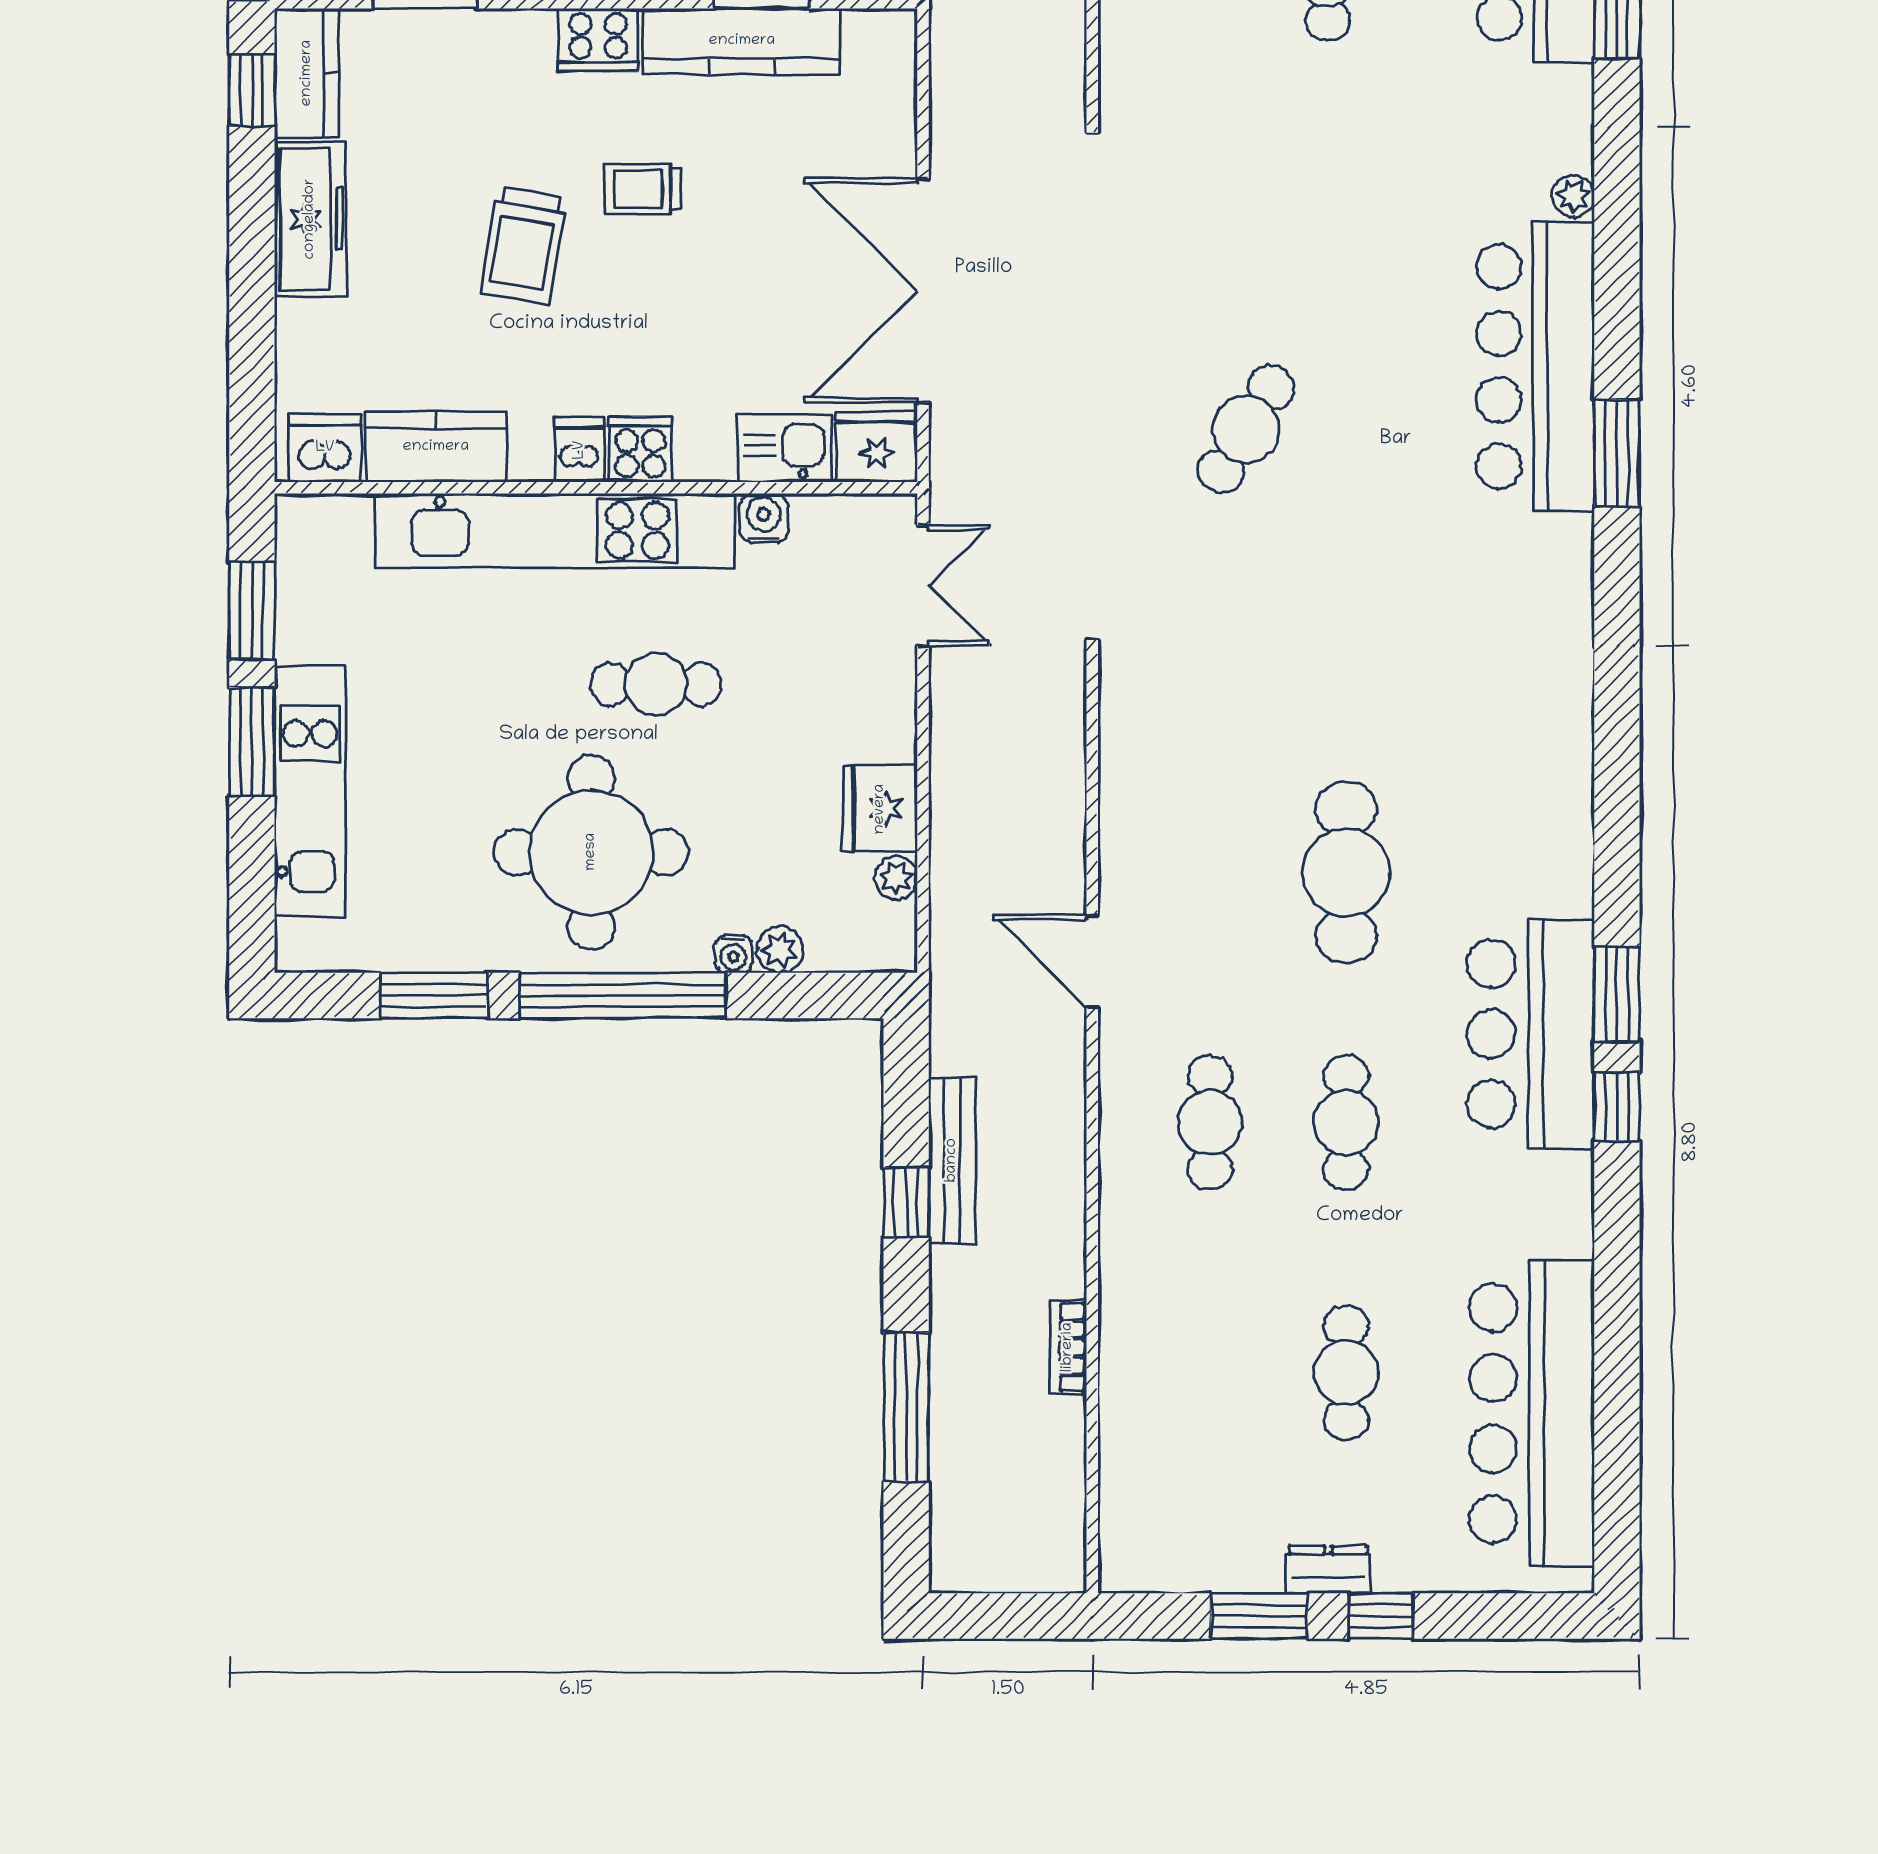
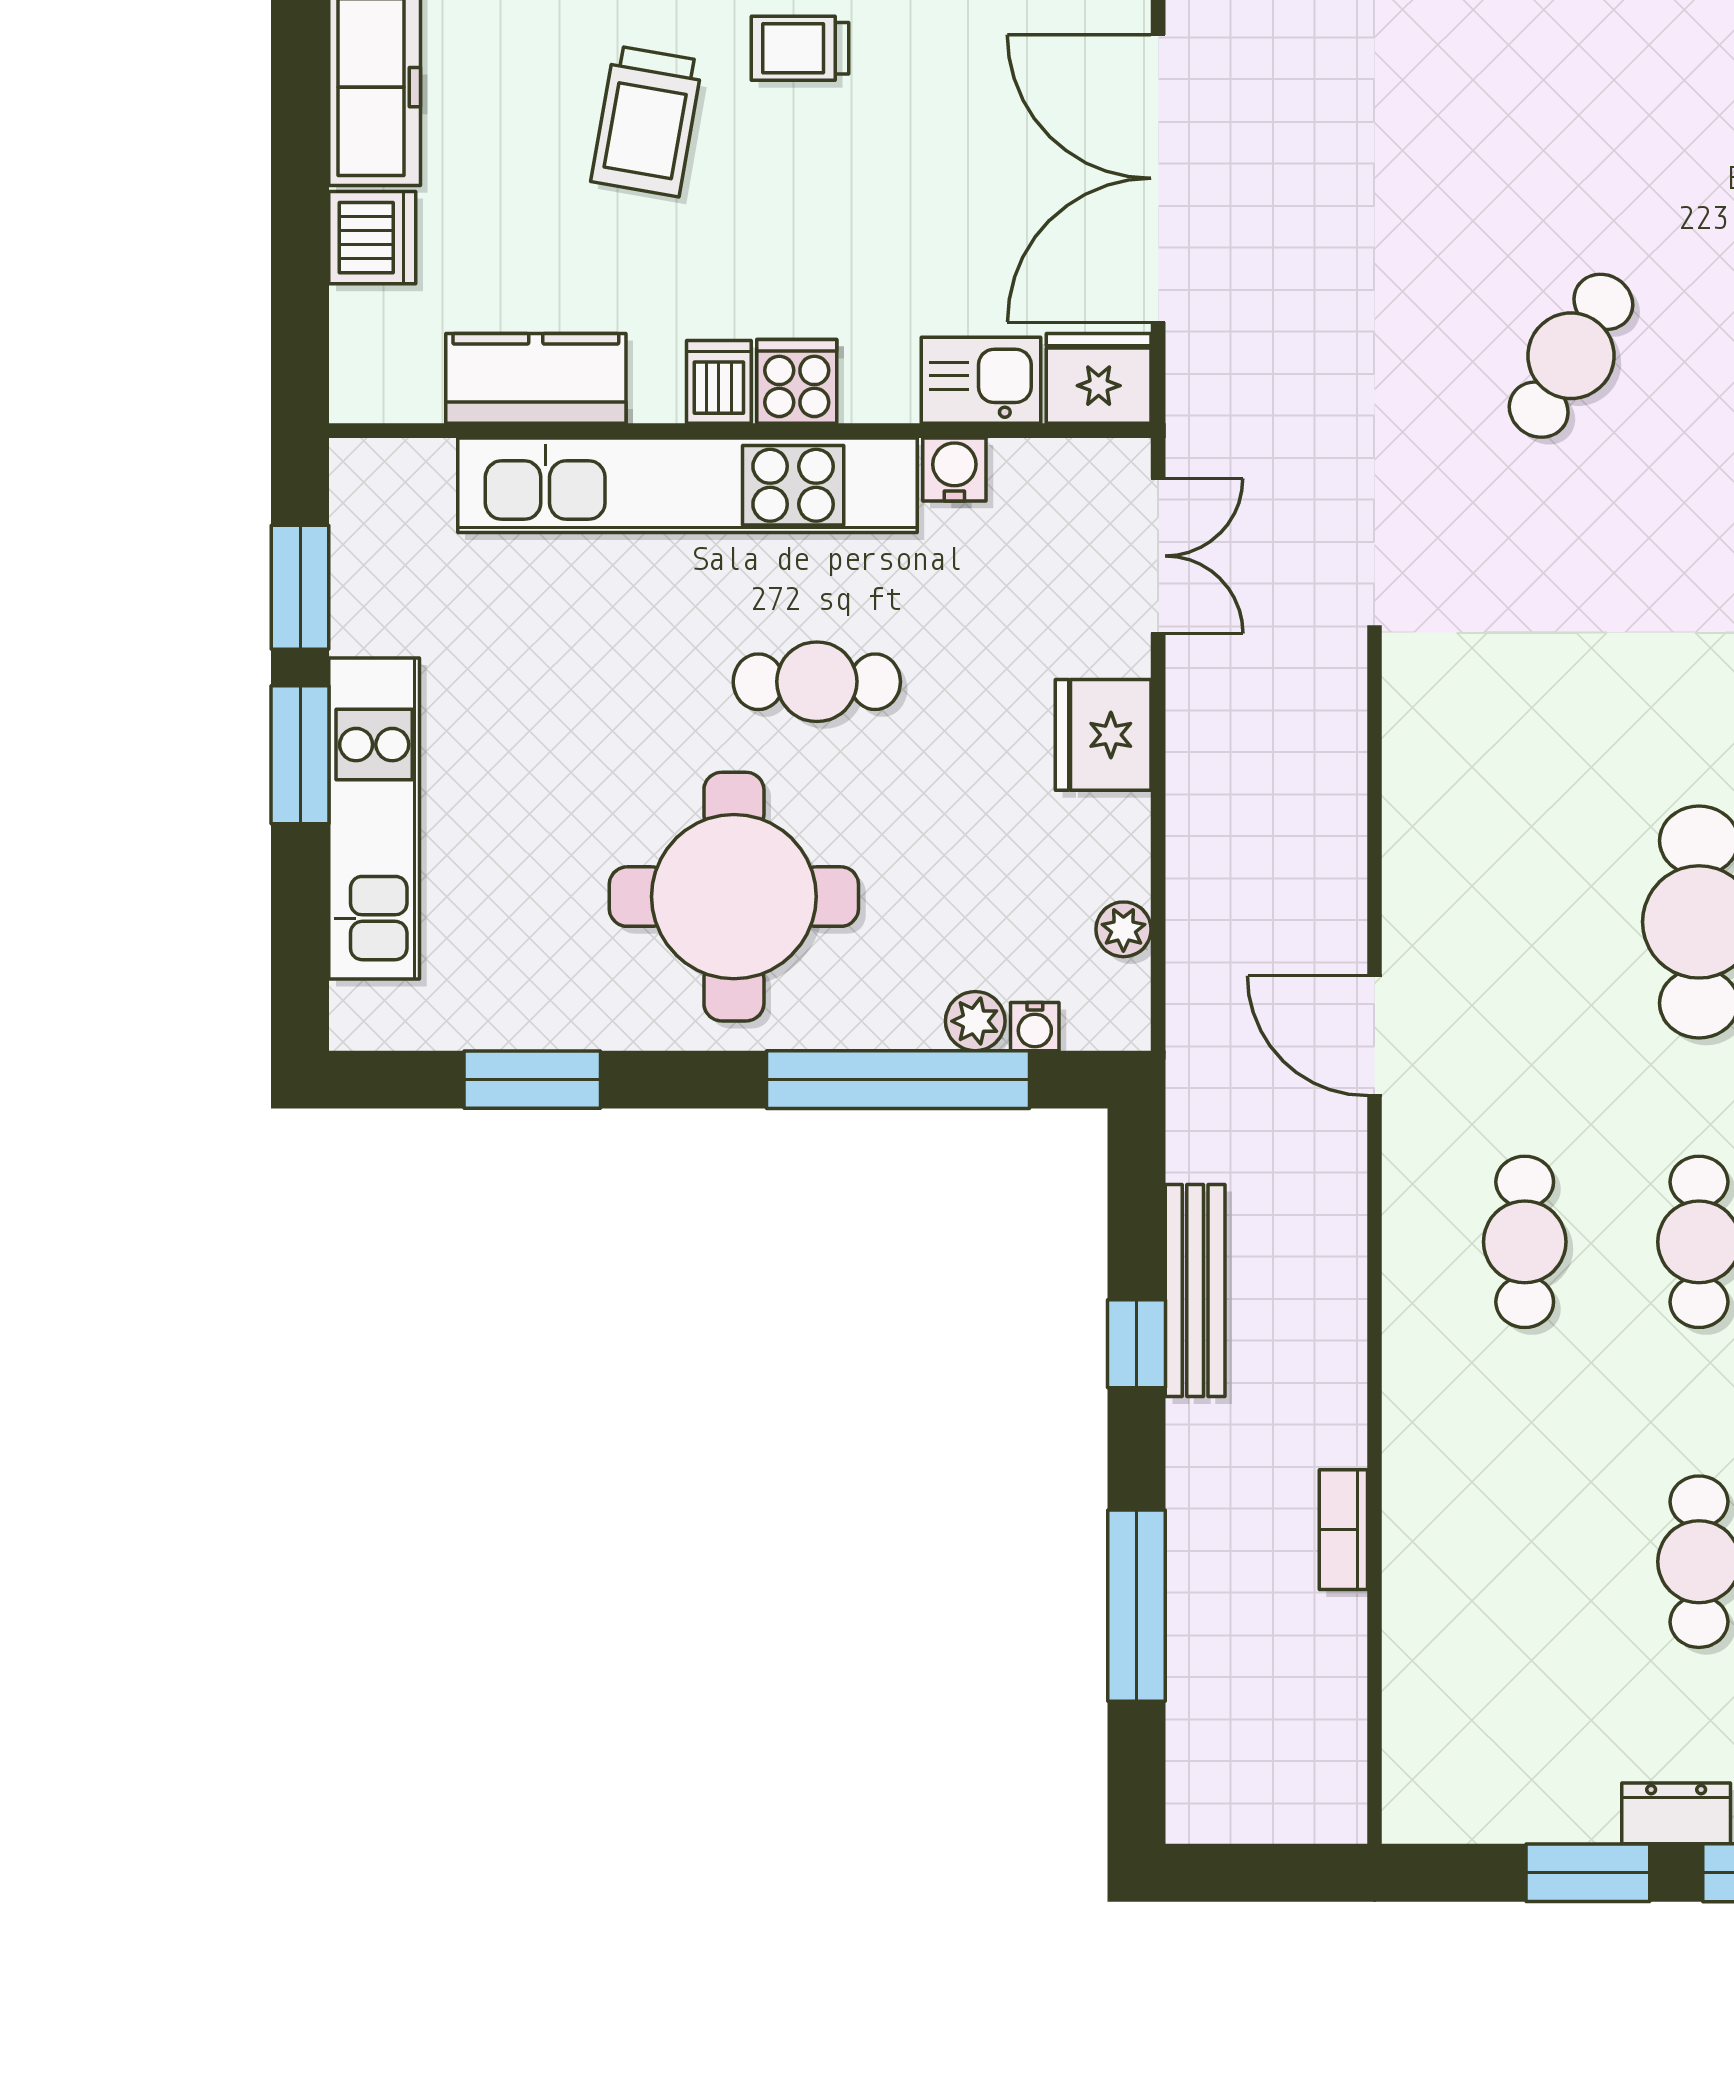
dishwasher: (325, 448) -> (372, 238), moved, turned 90
fridge: (880, 809) -> (1103, 735), moved
water cooler: (733, 954) -> (1035, 1027), moved
window: (623, 995) -> (898, 1080), moved

